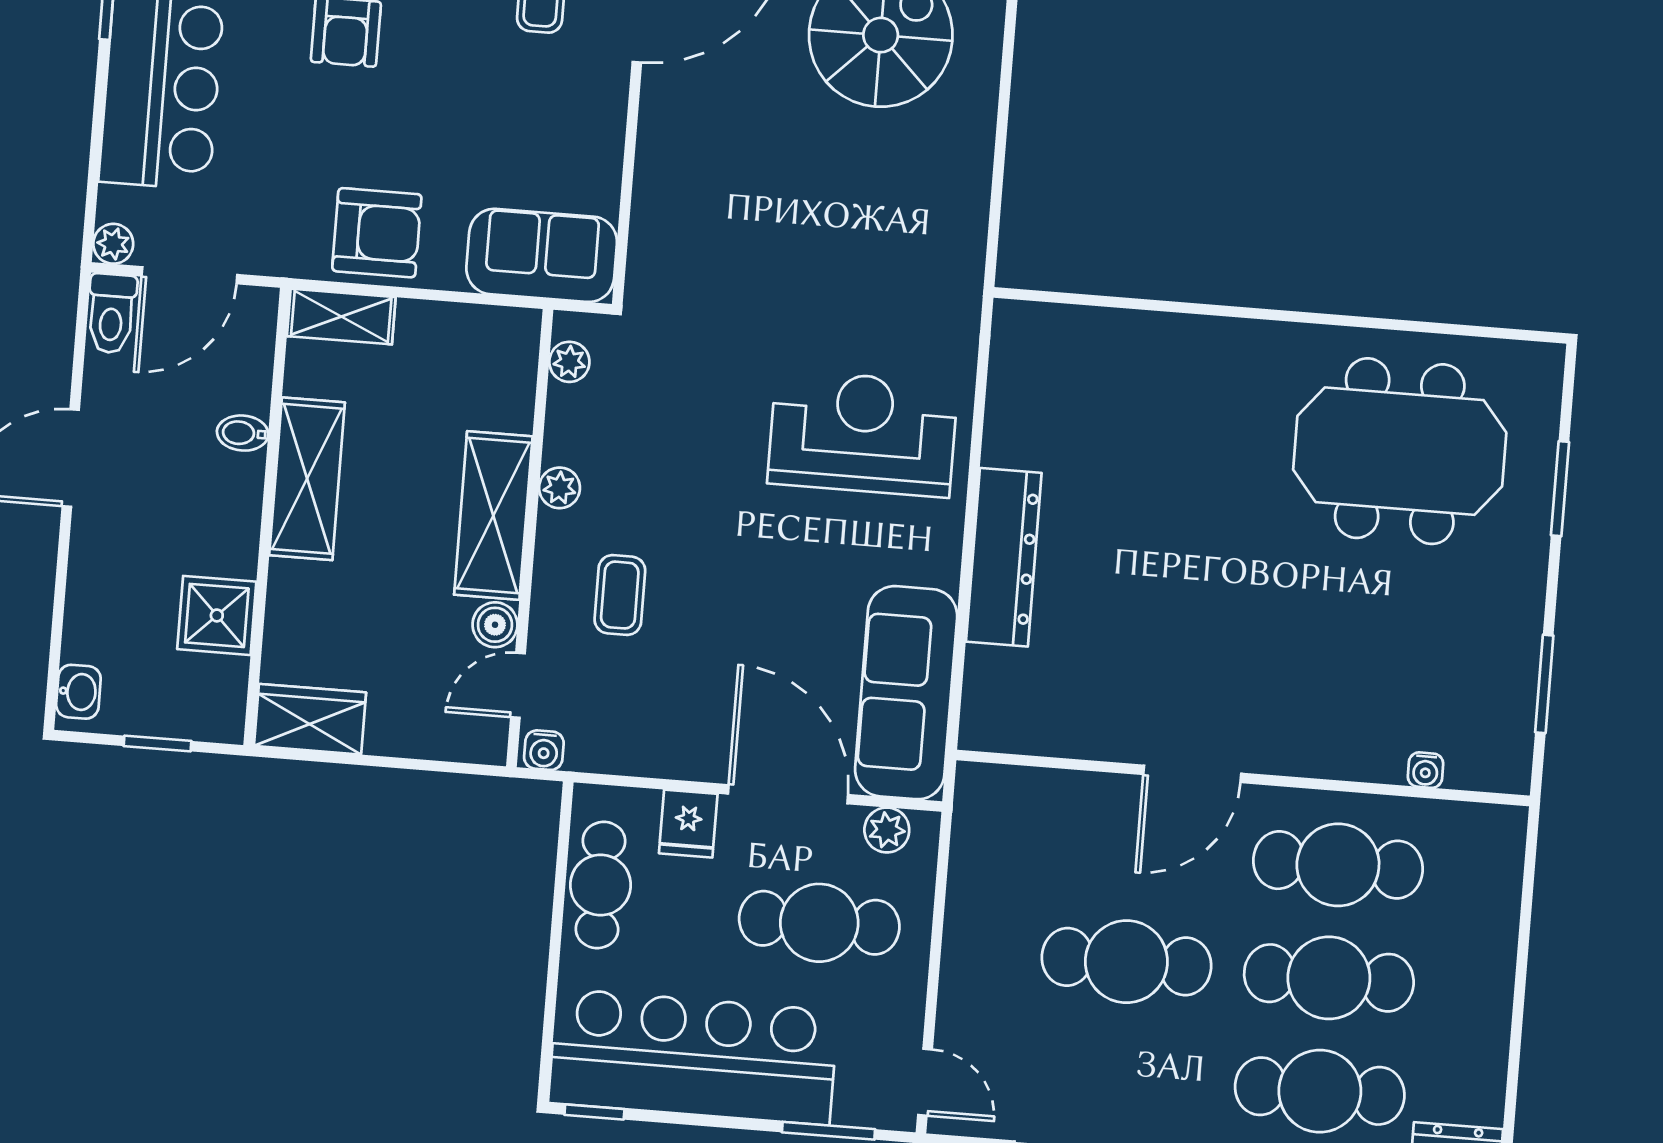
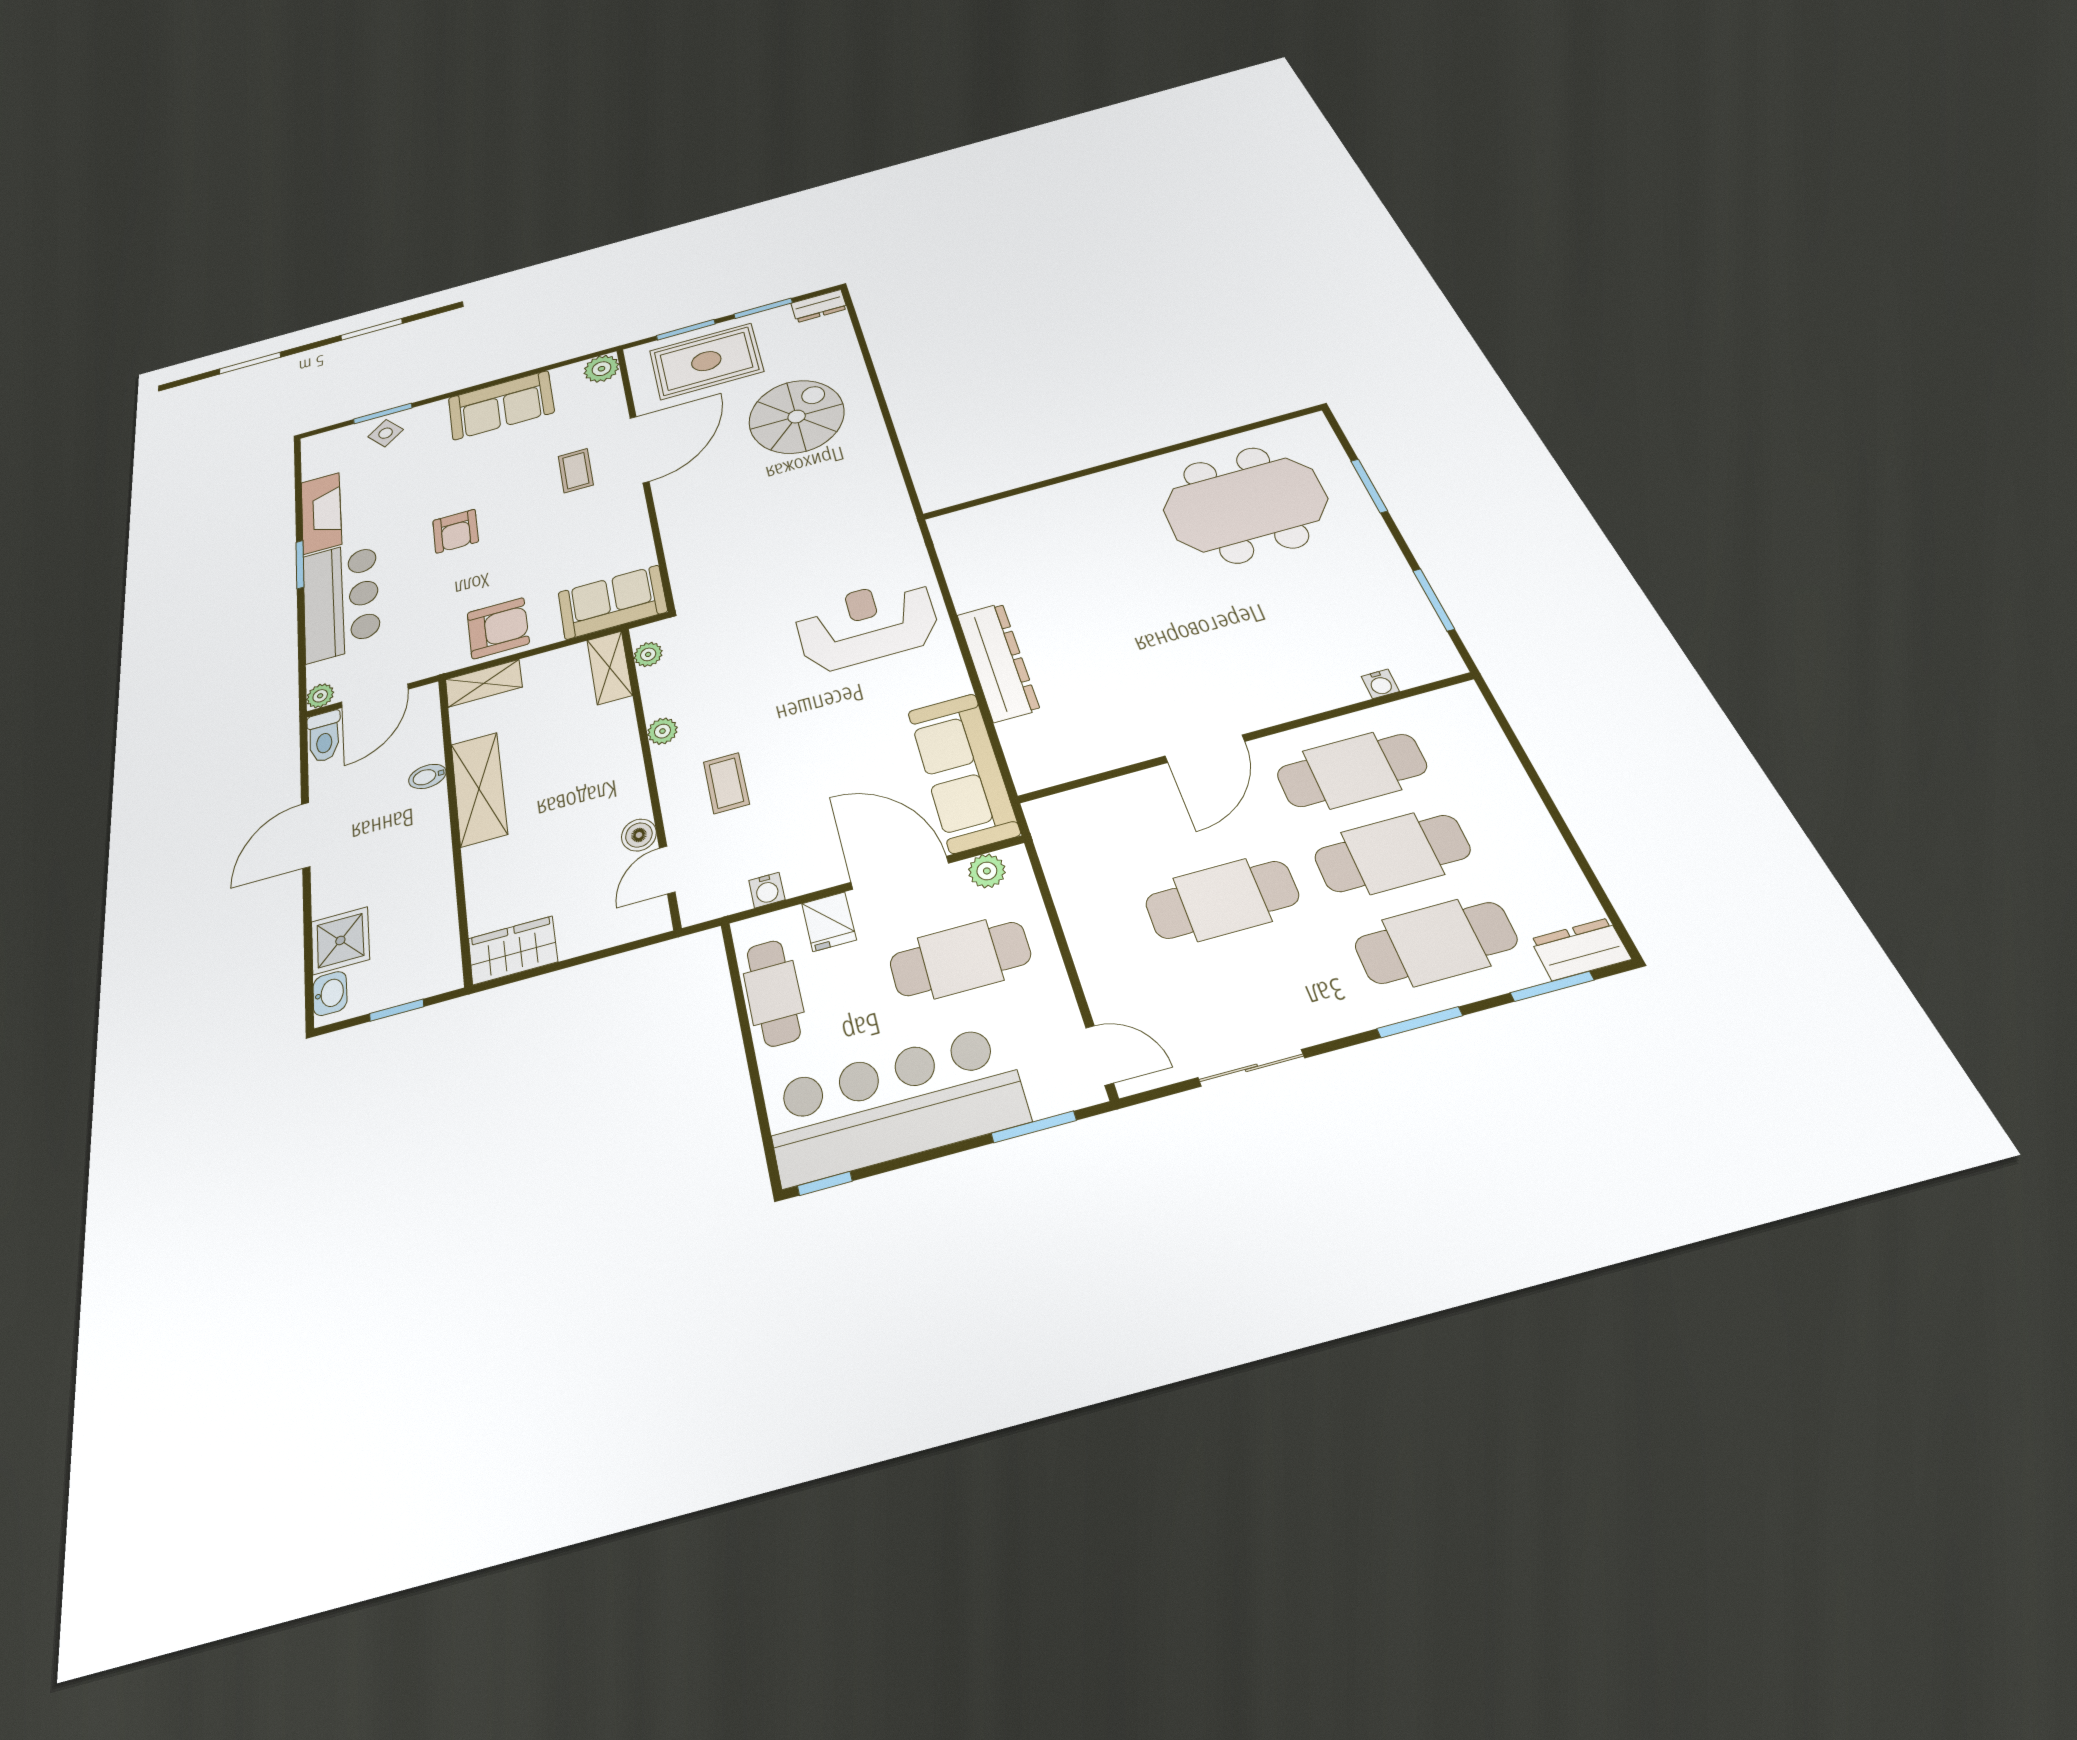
shelving: (493, 516) -> (610, 668), moved, width x0.67, depth x0.75
shower: (217, 615) -> (340, 940), moved
water cooler: (544, 750) -> (767, 890), moved

